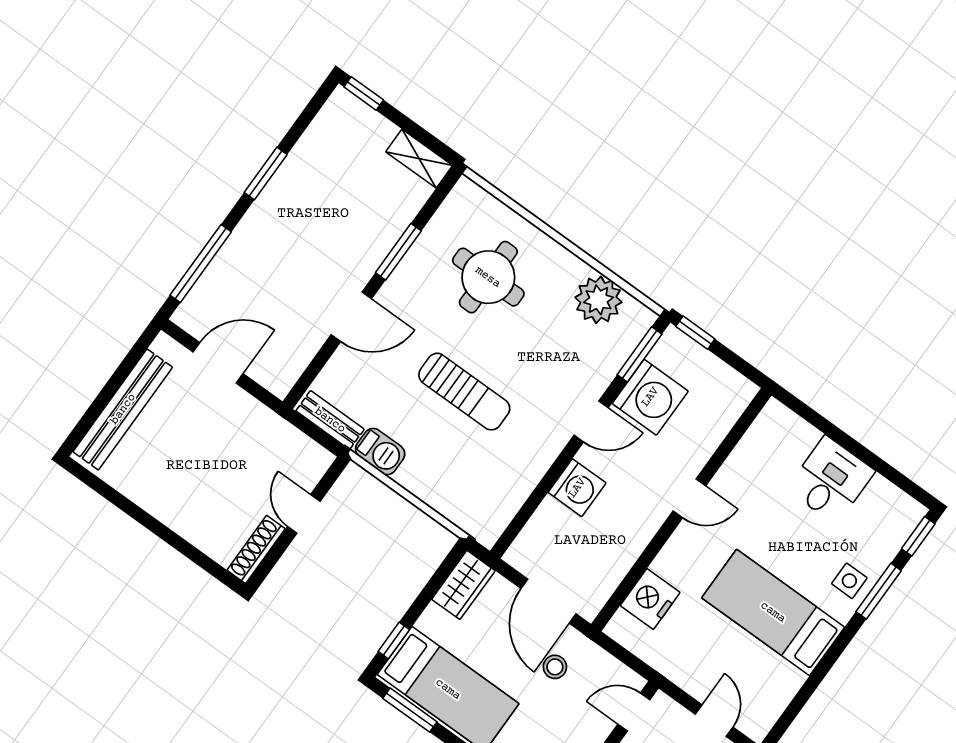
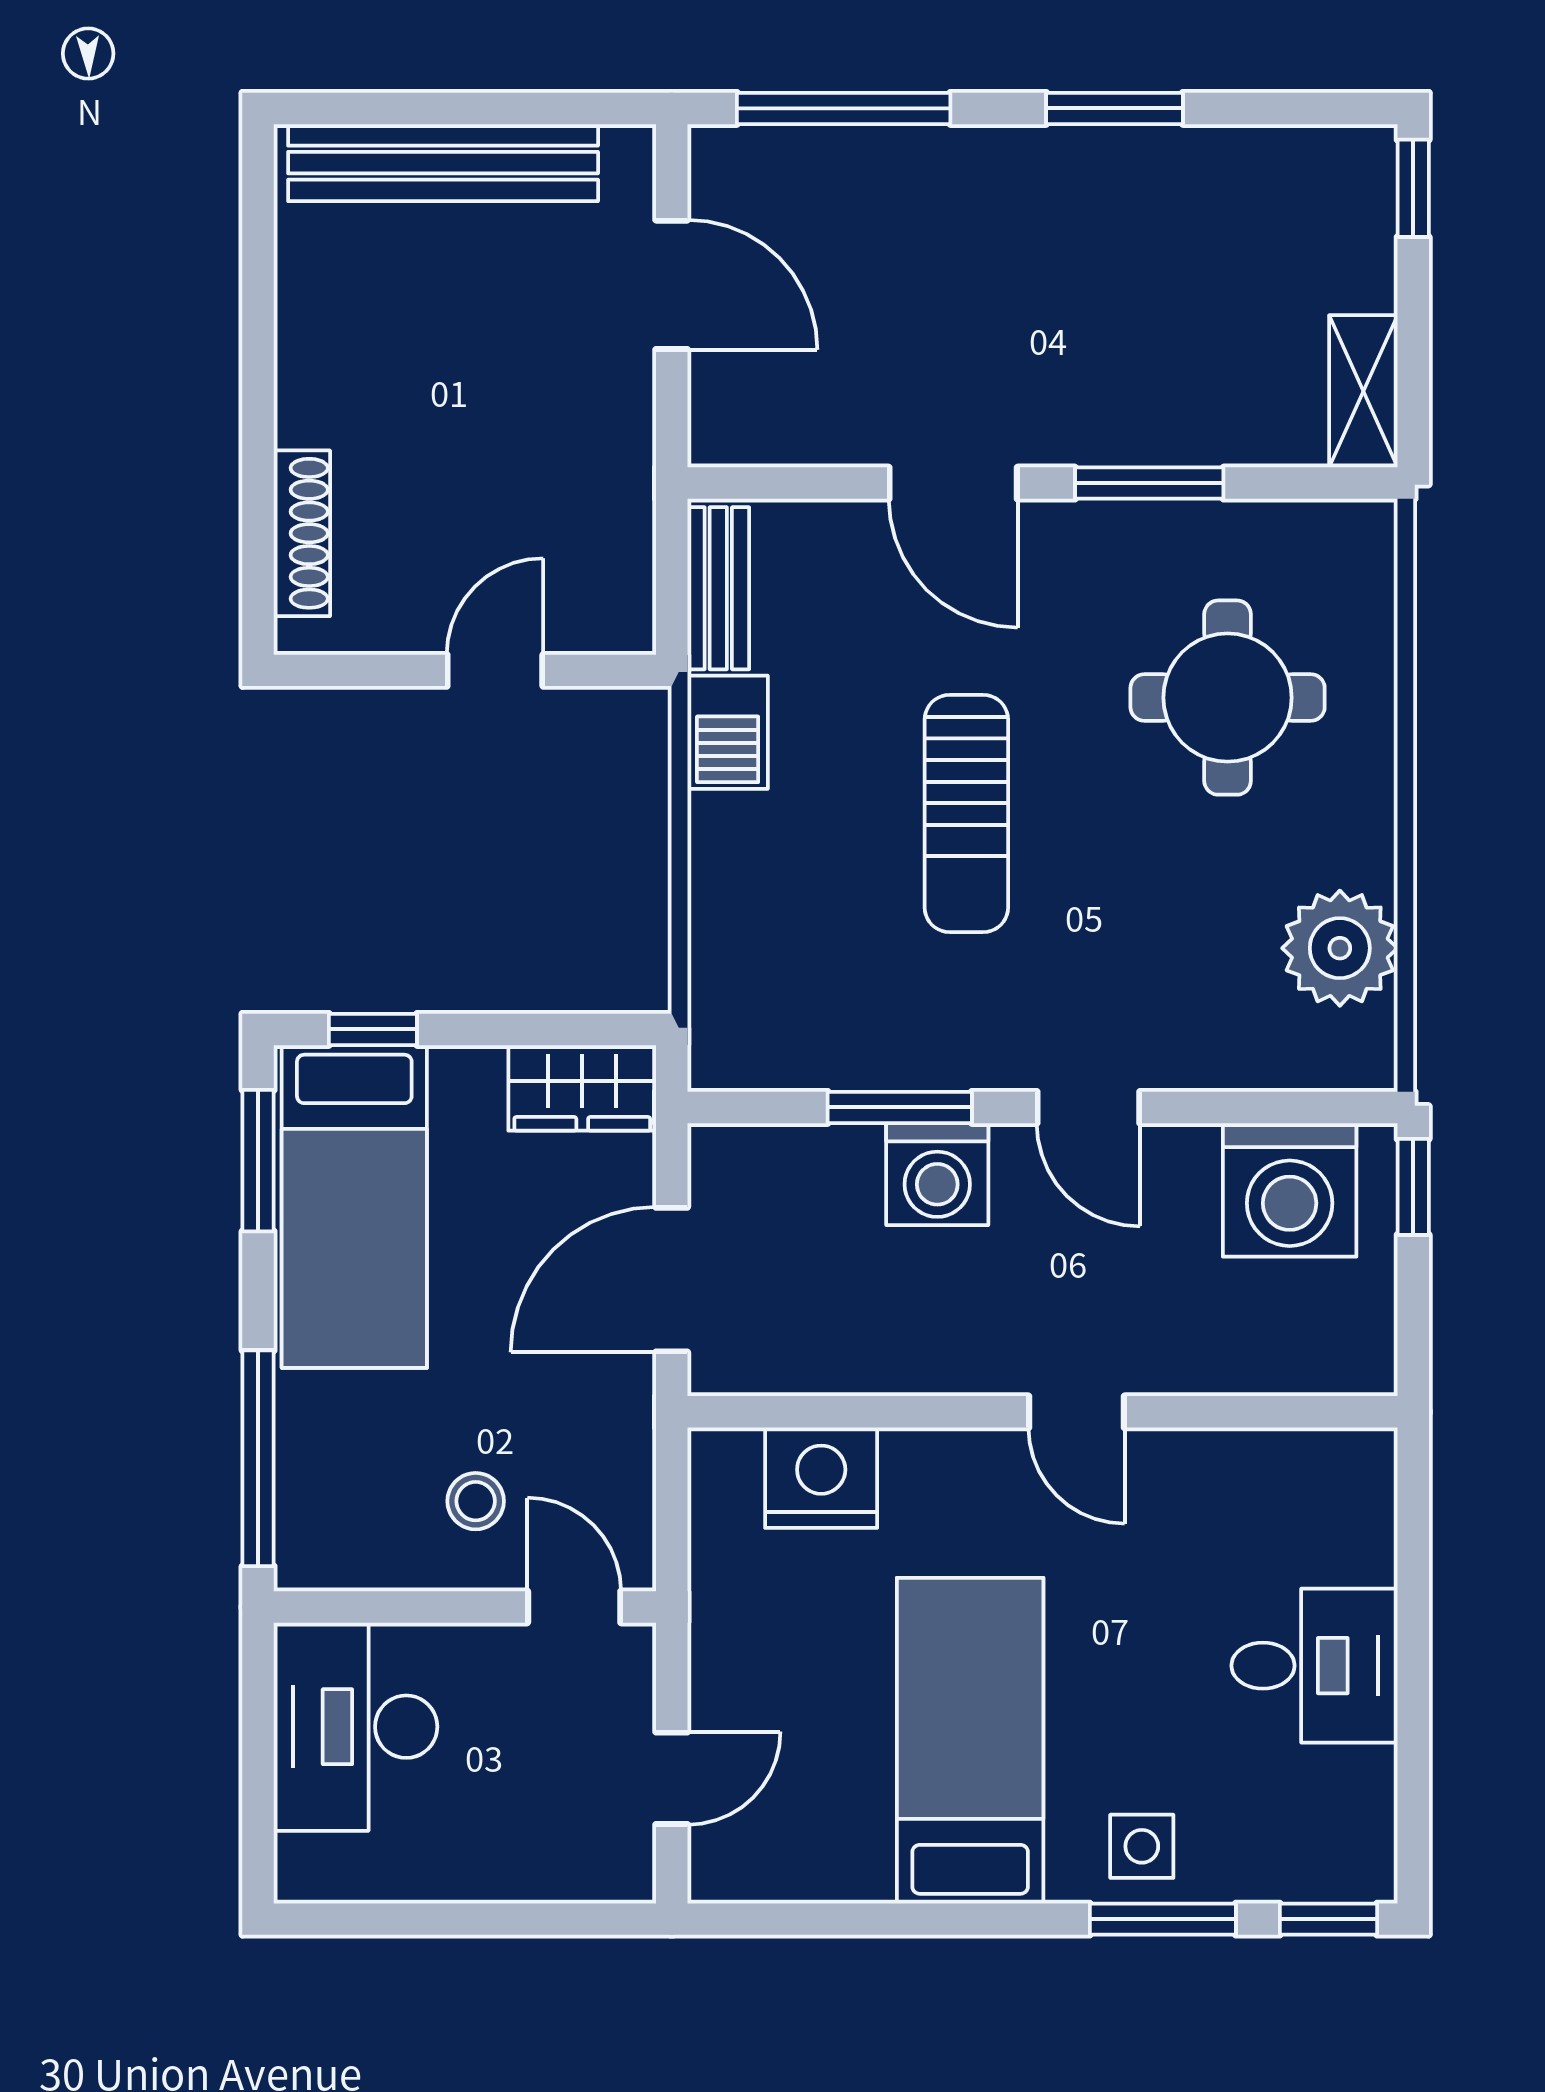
window: (640, 354) -> (900, 1107), moved
washing machine: (650, 397) -> (1290, 1190), moved
shoe rack: (256, 549) -> (302, 533), moved, turned 90
stool: (555, 667) -> (476, 1501), moved

